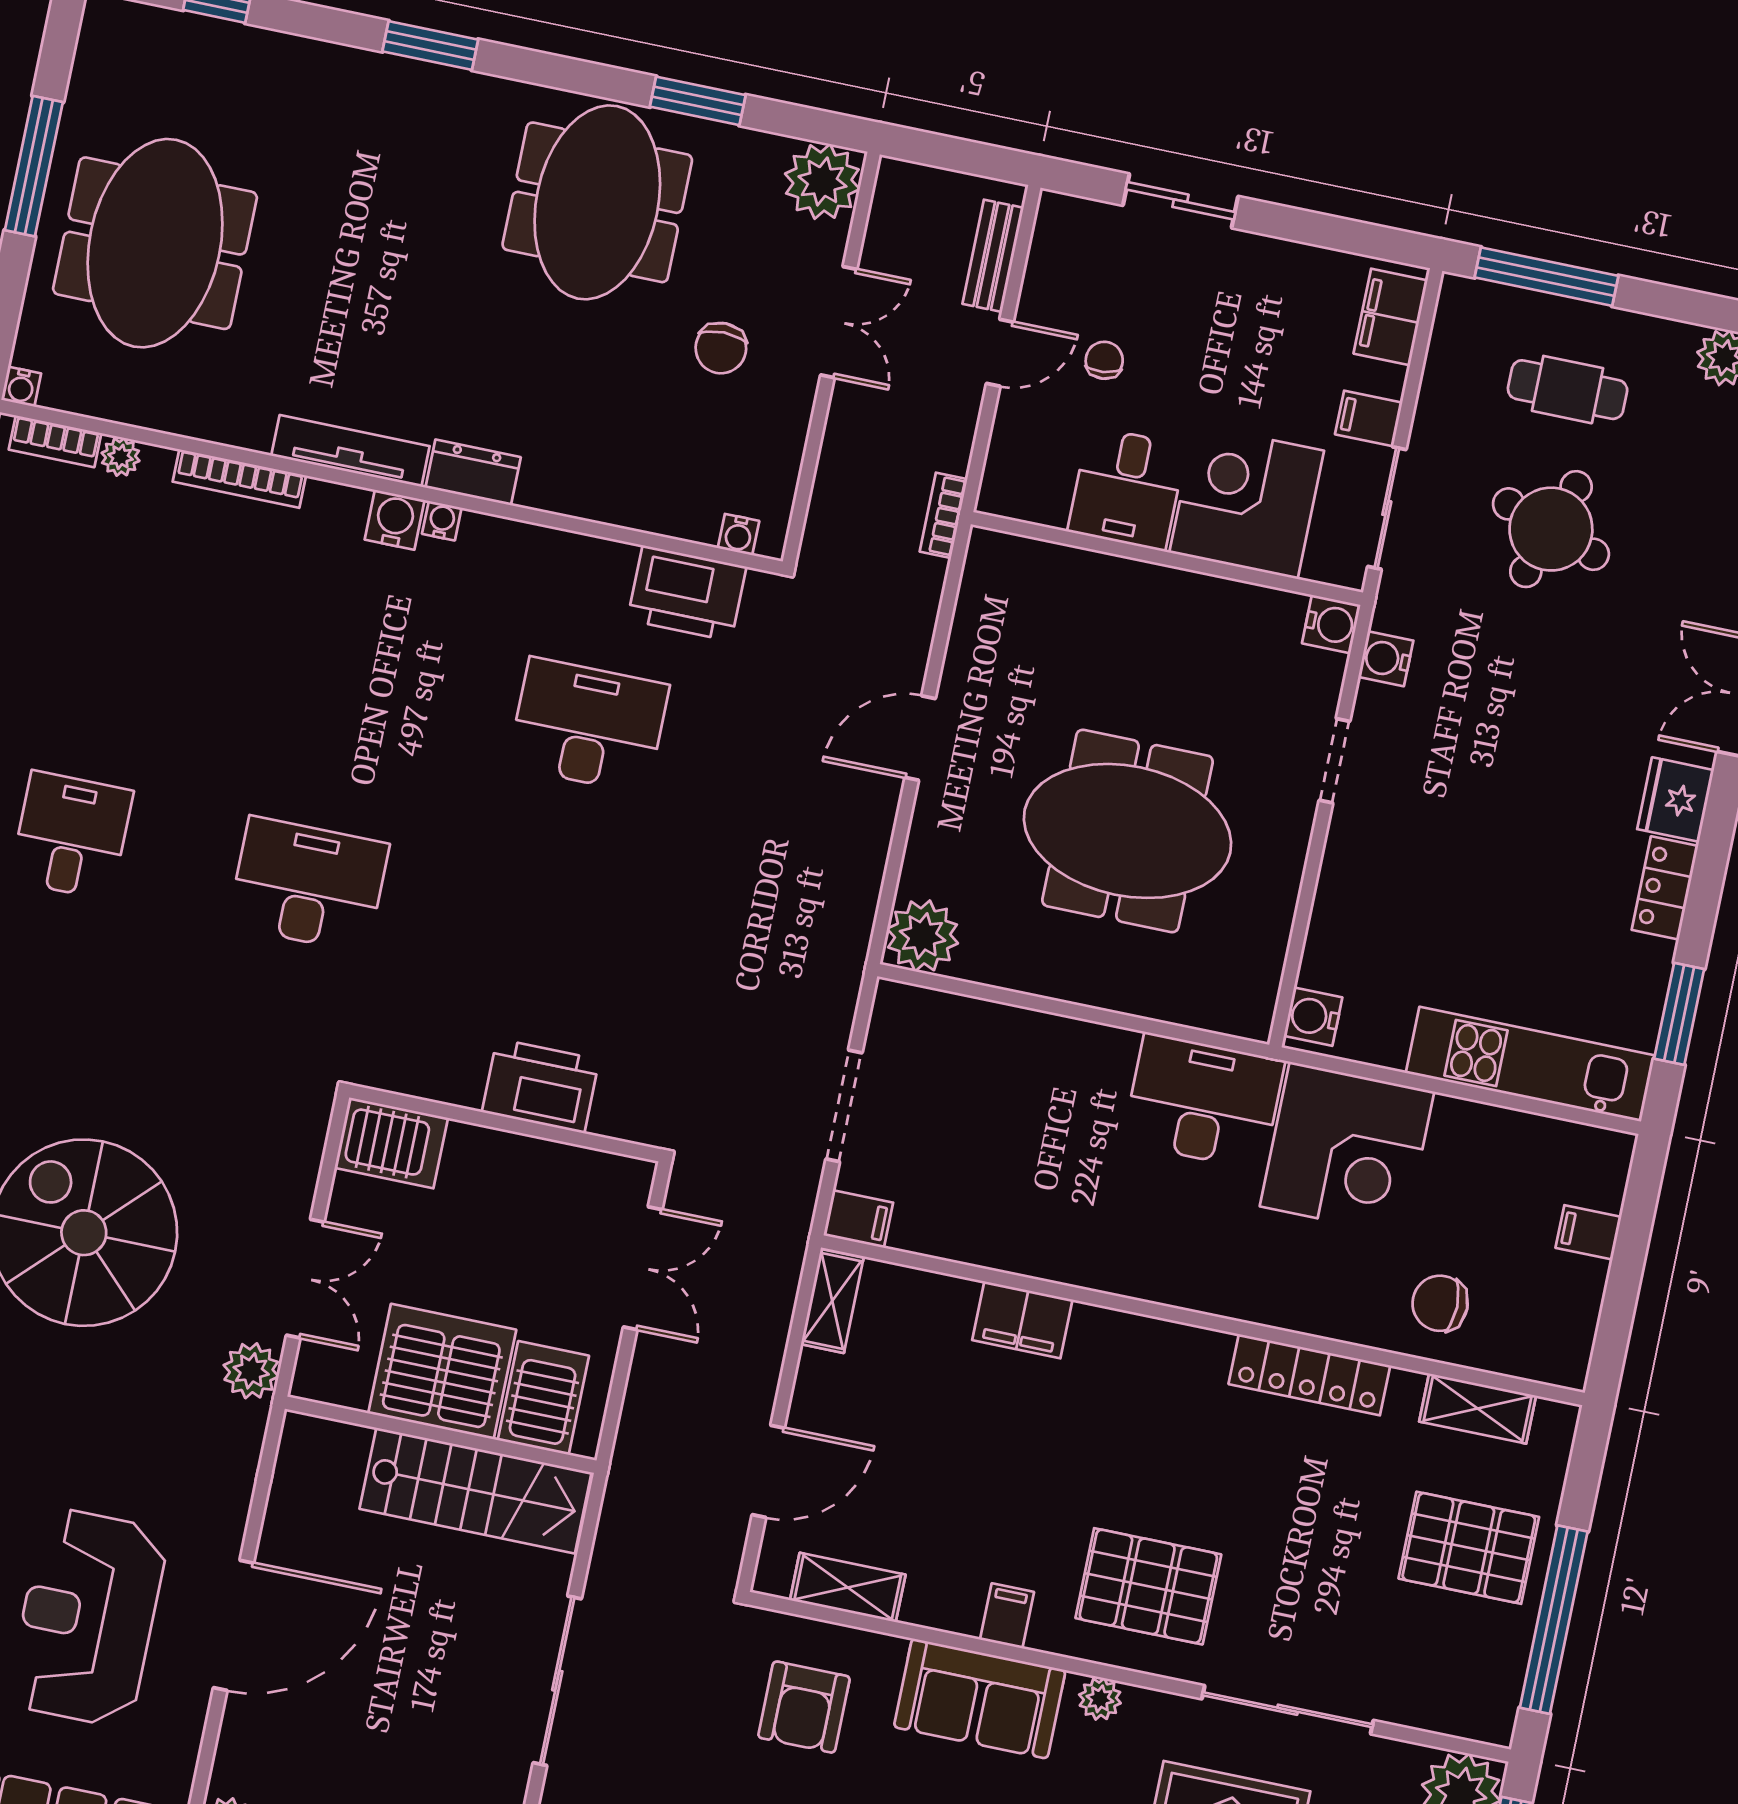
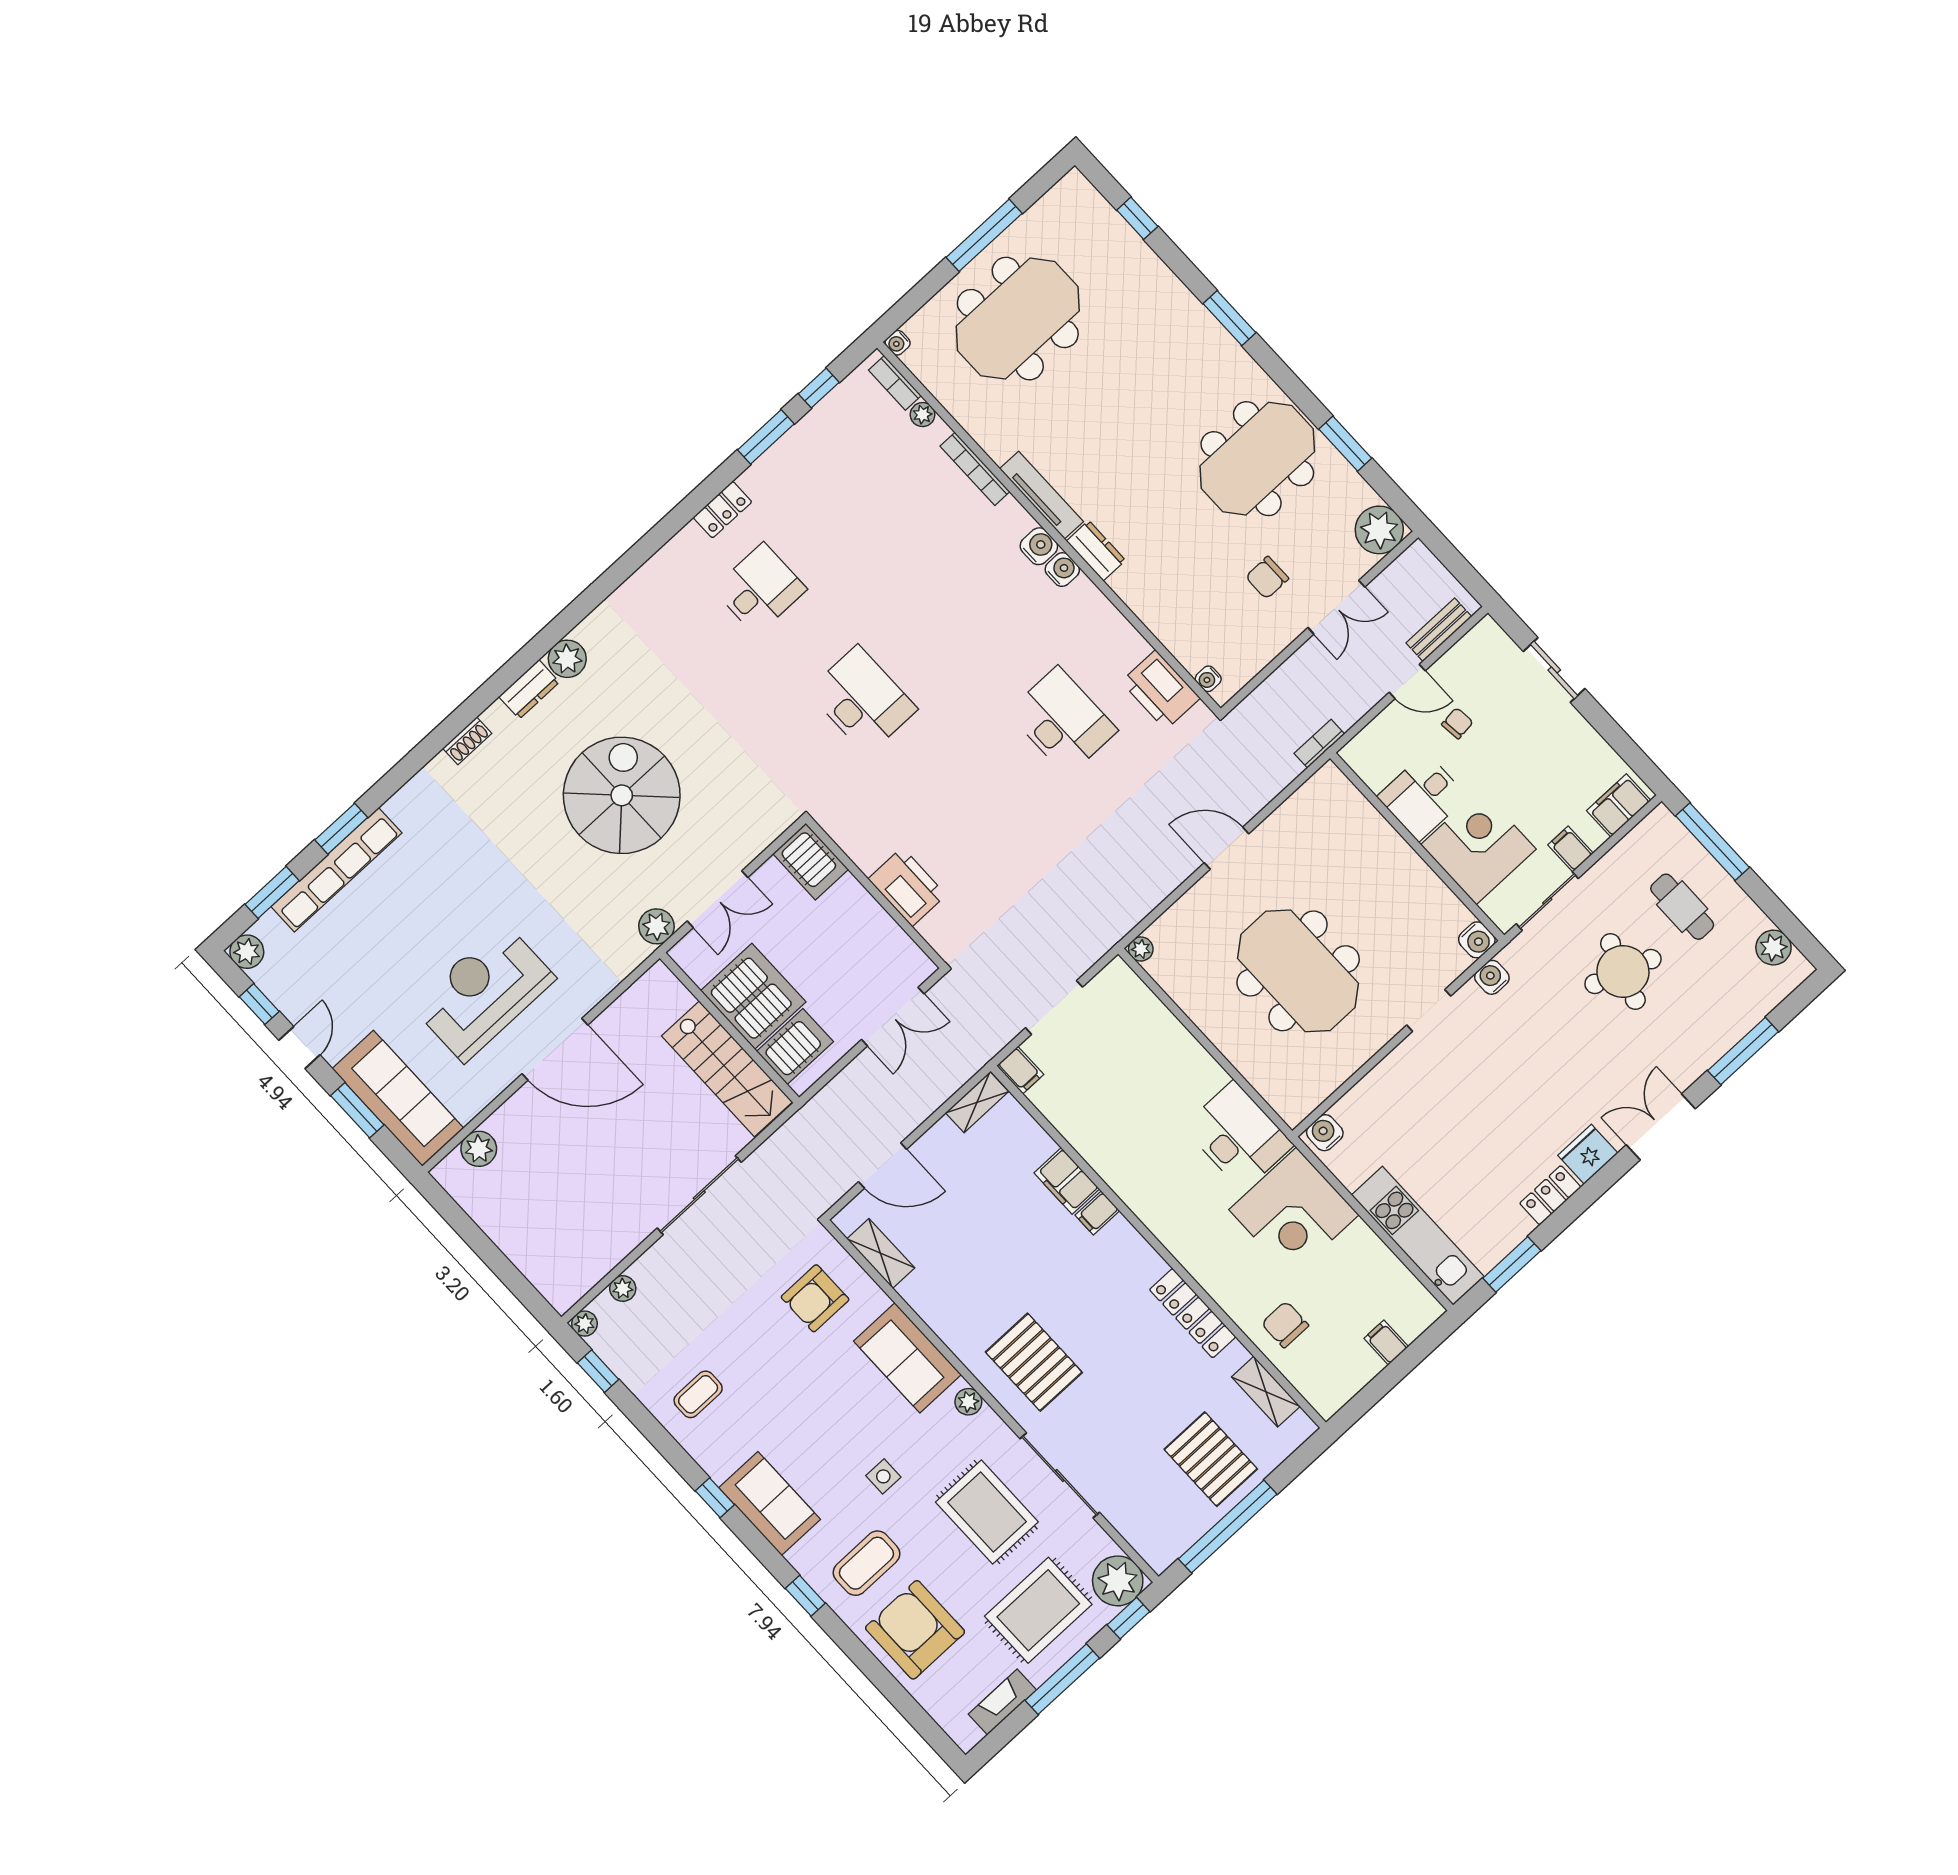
water cooler: (442, 521) -> (1062, 570), width x1.38, depth x1.38
plant: (923, 936) -> (1141, 949), width x0.53, depth x0.53
filing cabinet: (1007, 1616) -> (1097, 1213), moved, turned 180

